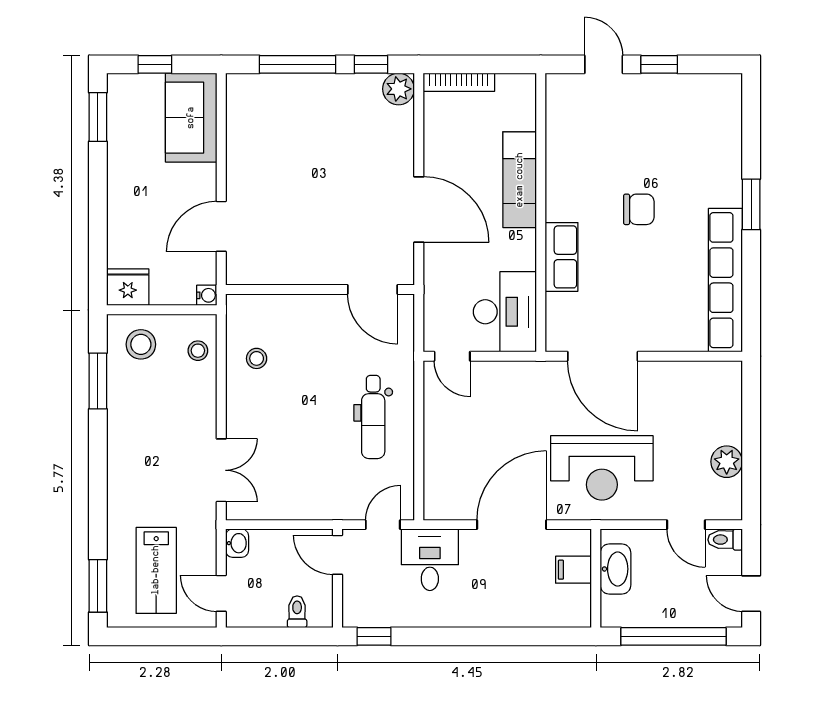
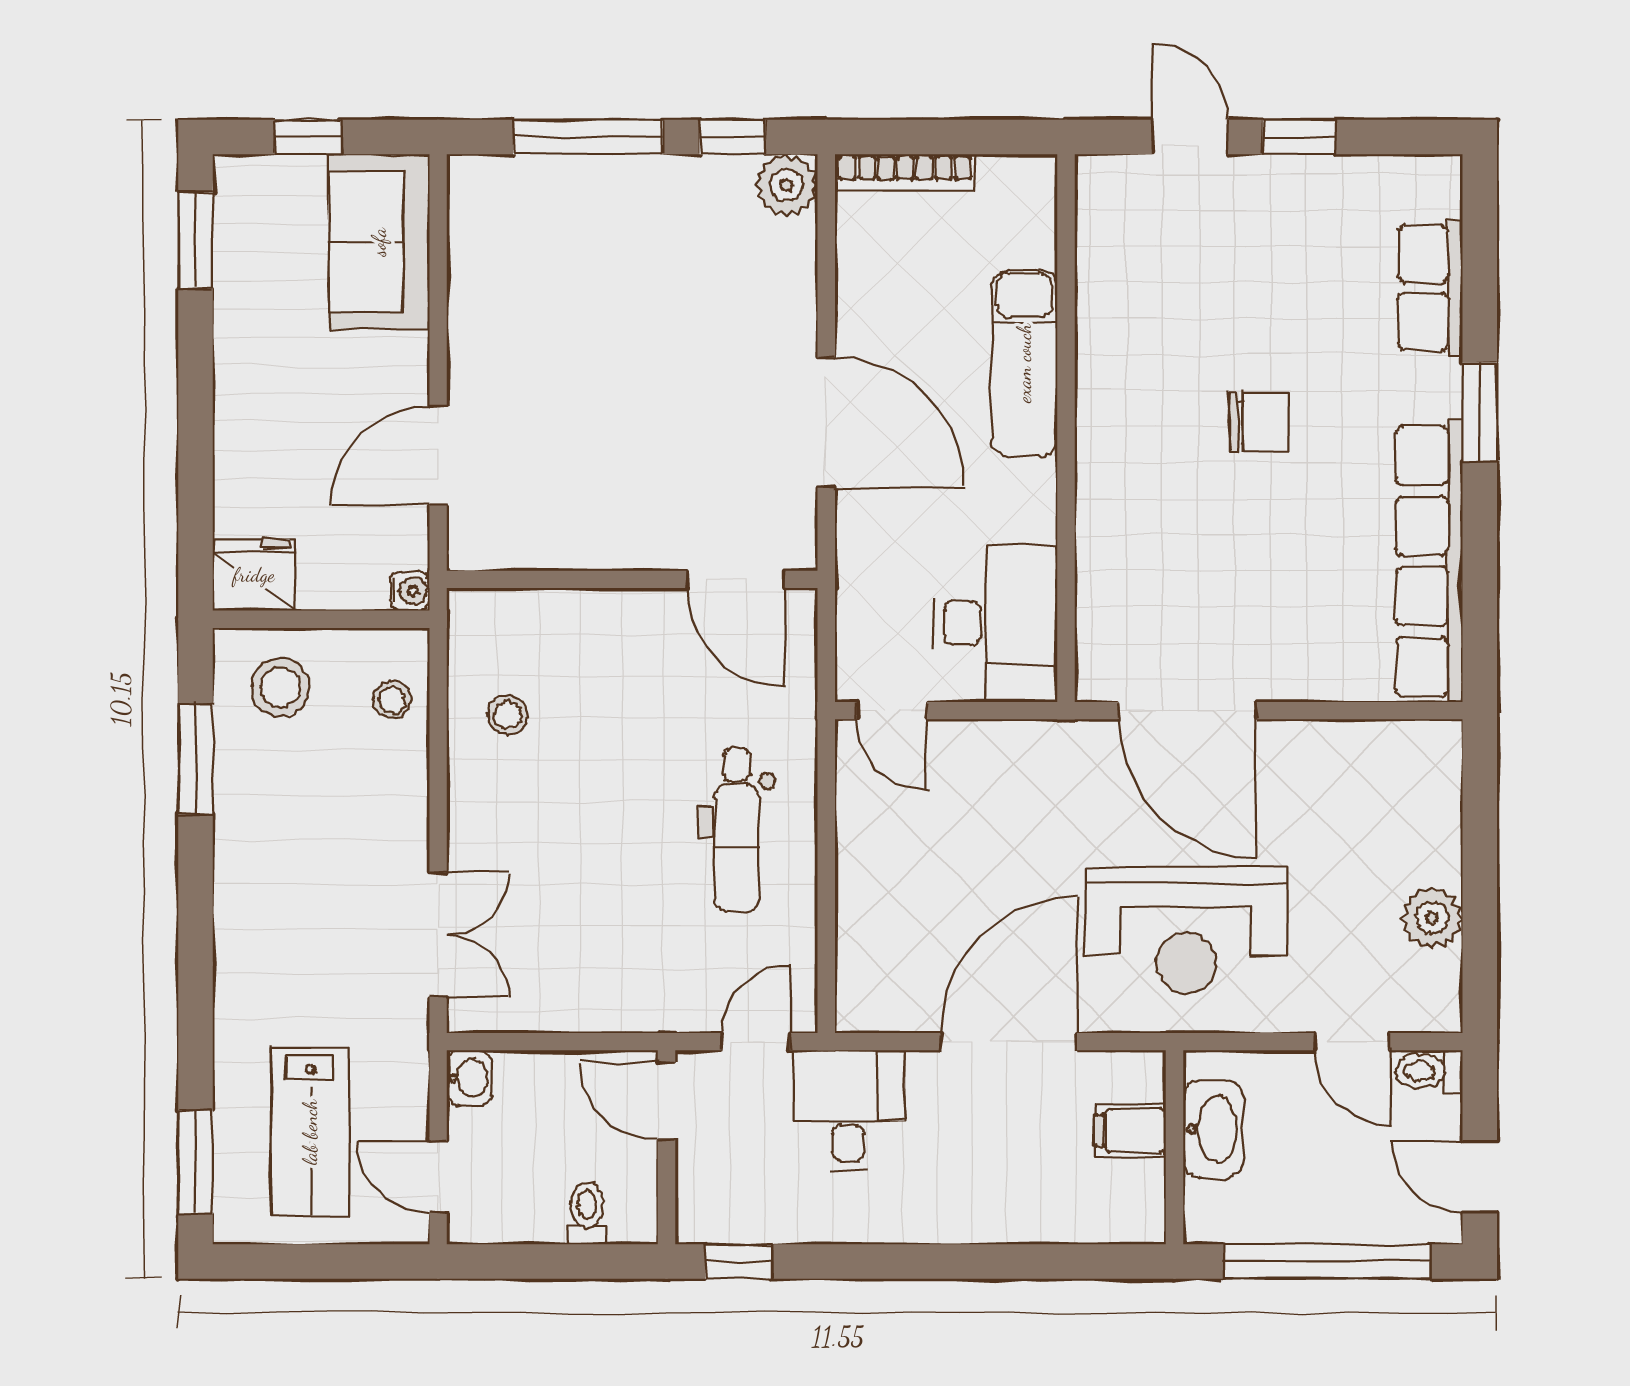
row of seats: (561, 257) -> (1430, 288), moved, turned 180

